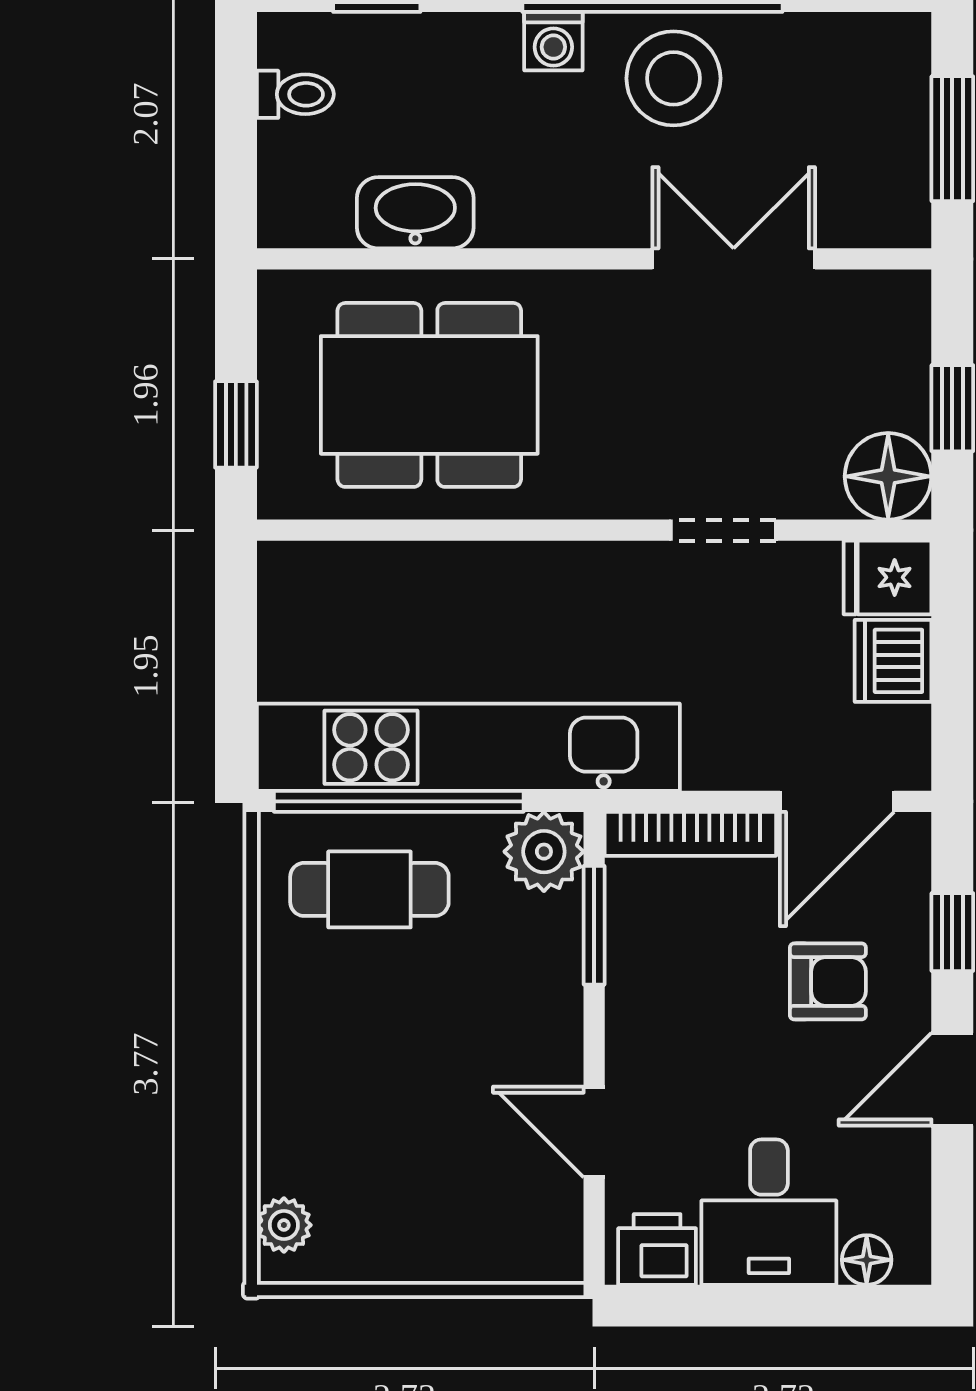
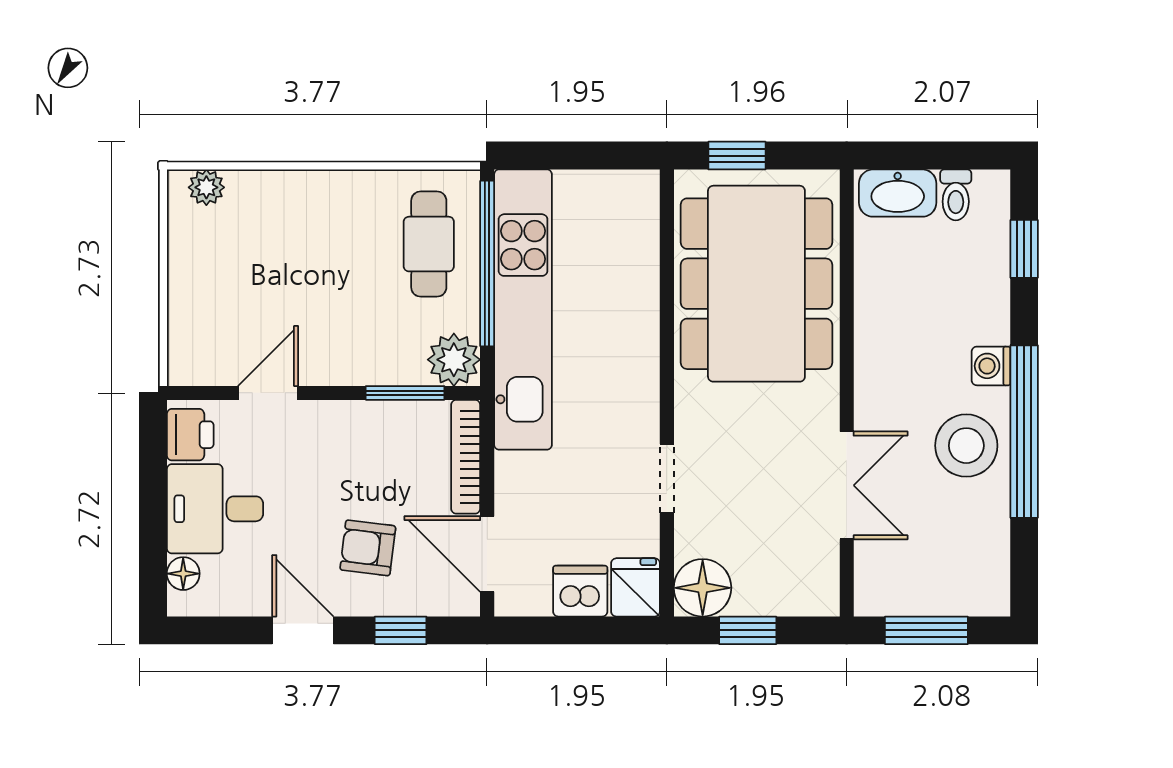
washbasin: (415, 213) -> (898, 193), moved, turned 90
dining table: (429, 395) -> (756, 284), width x1.36, depth x1.24
armchair: (828, 981) -> (368, 548), turned 97

